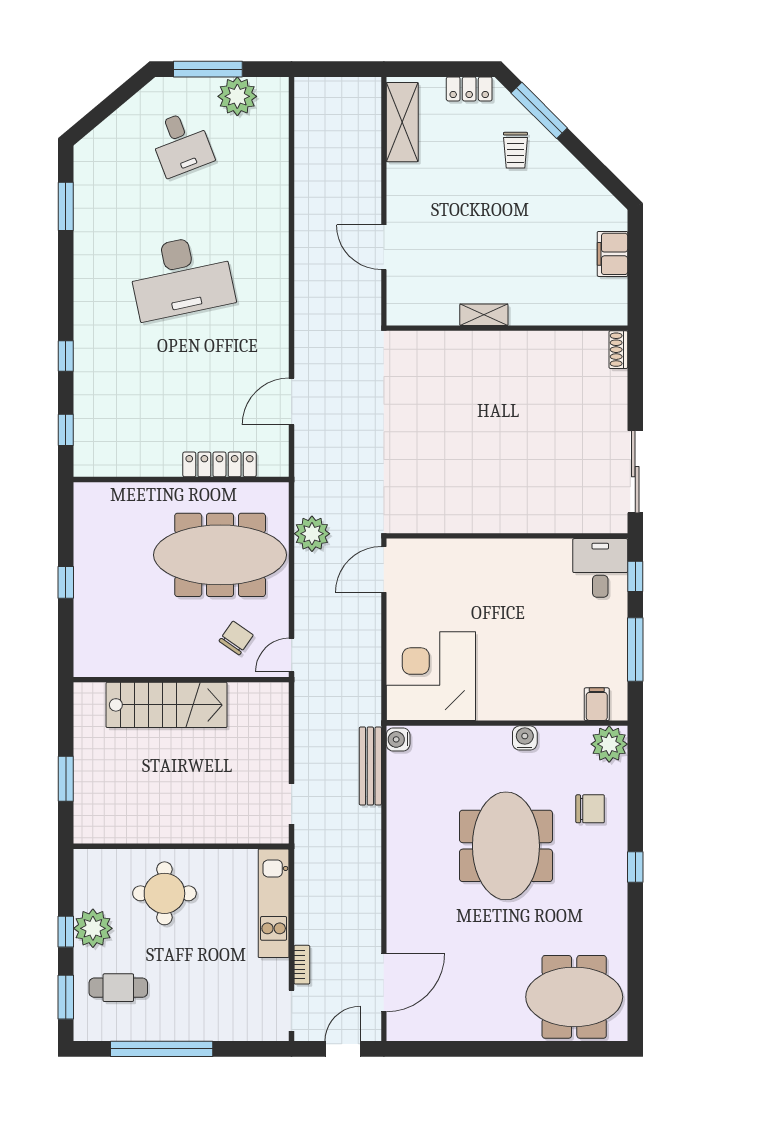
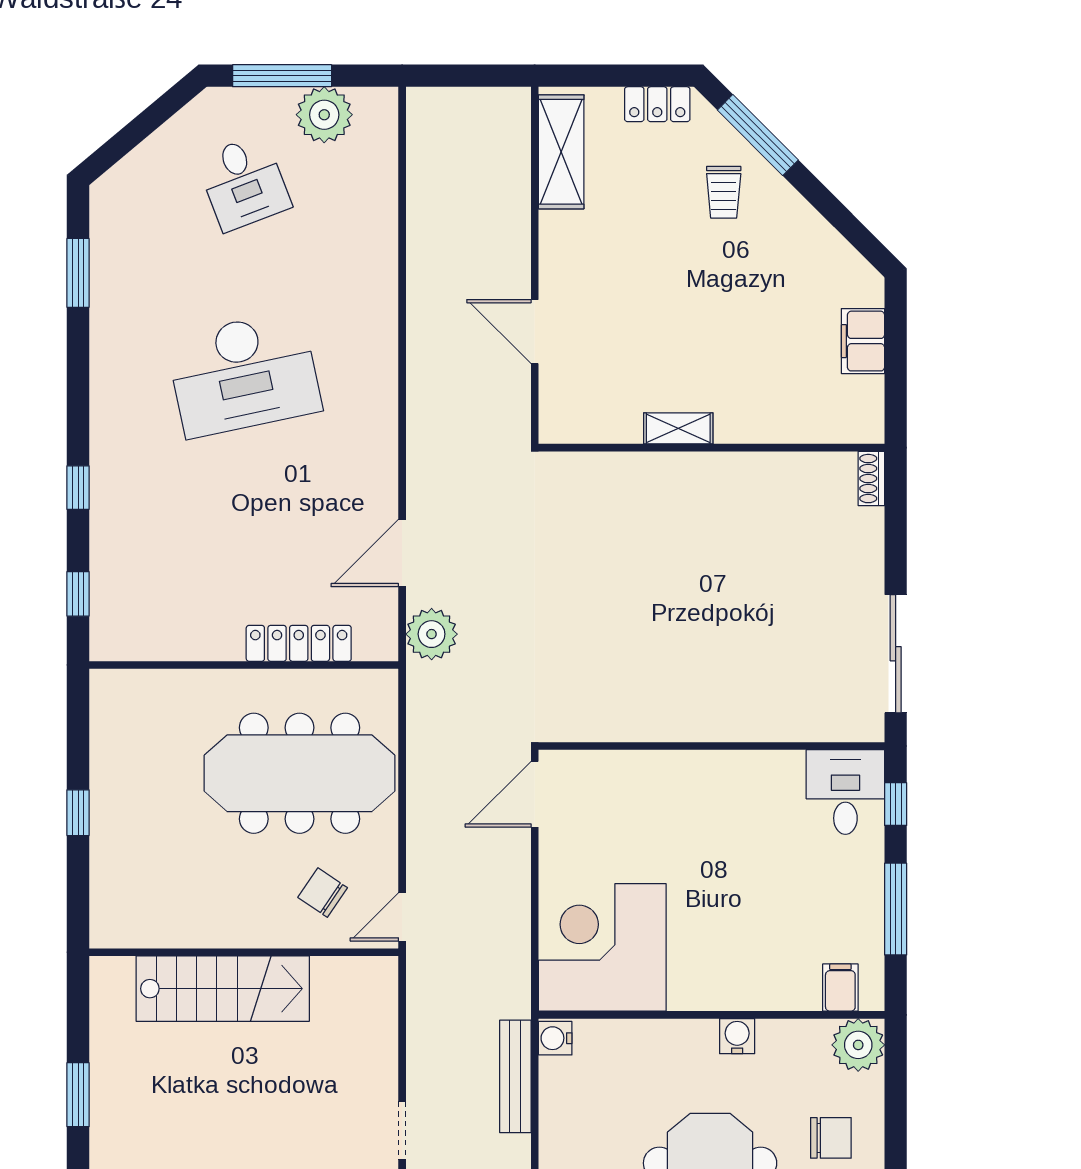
plant: (312, 534) -> (432, 634), moved
chair: (236, 638) -> (323, 893), turned -91

